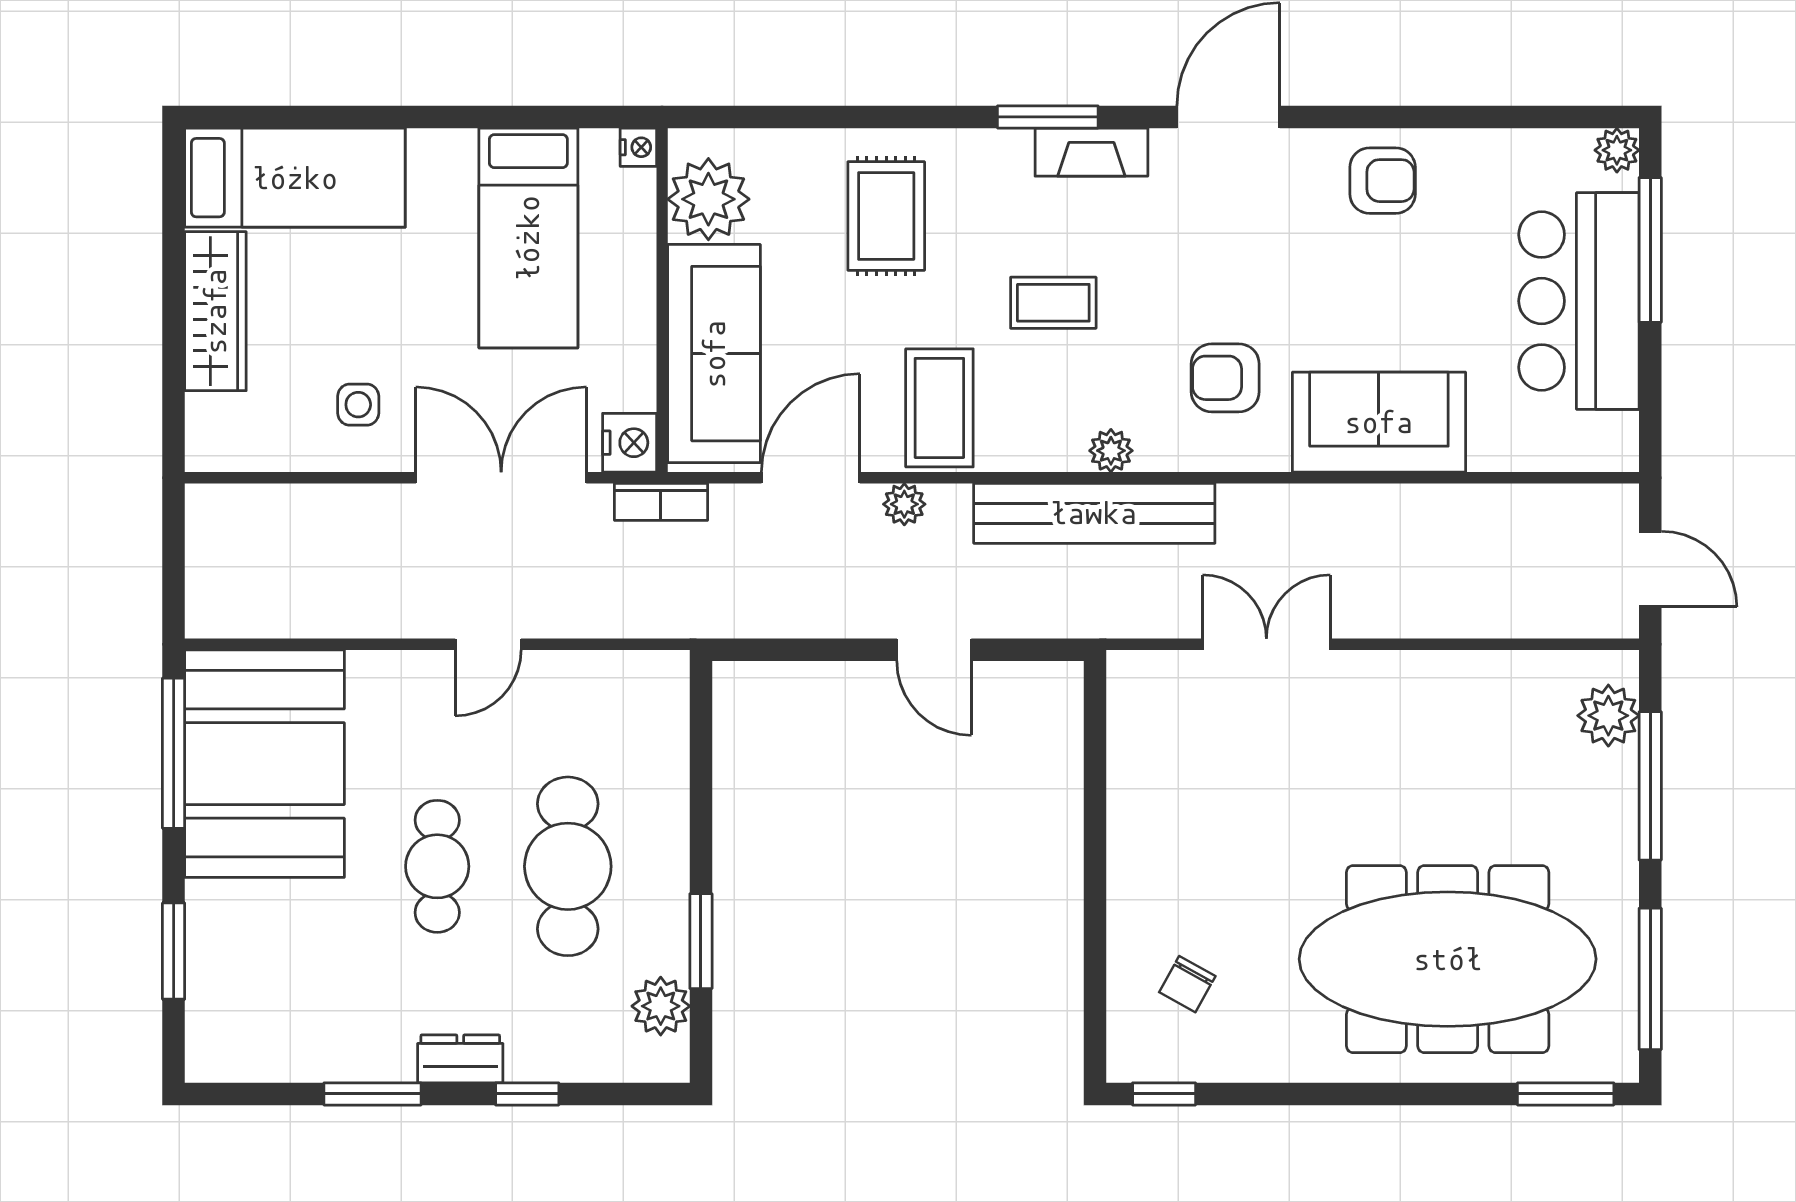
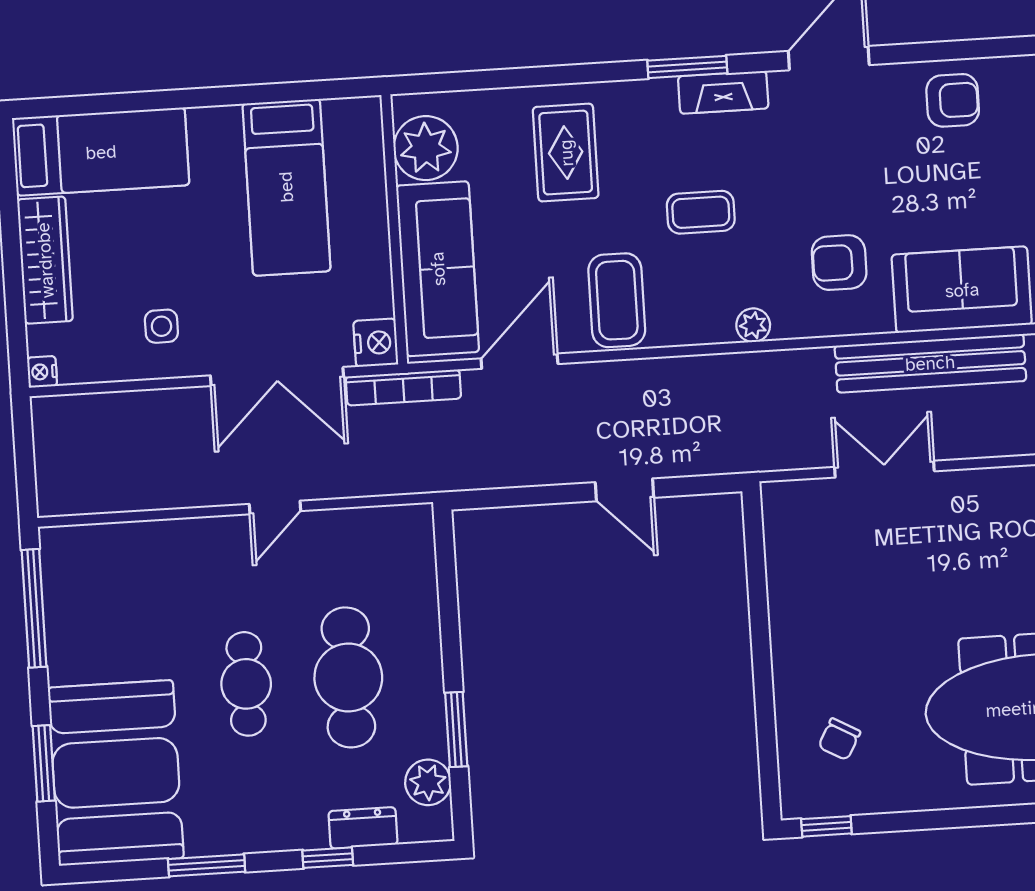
nightstand: (638, 147) -> (42, 372), moved, turned 180
double door: (501, 478) -> (277, 376), swing flipped
bookcase: (661, 502) -> (403, 387), width x1.56
plant: (904, 504) -> (594, 377), removed
bench: (1094, 513) -> (930, 363), moved
booth: (264, 764) -> (116, 773), moved
dresser: (460, 1059) -> (363, 828), moved

